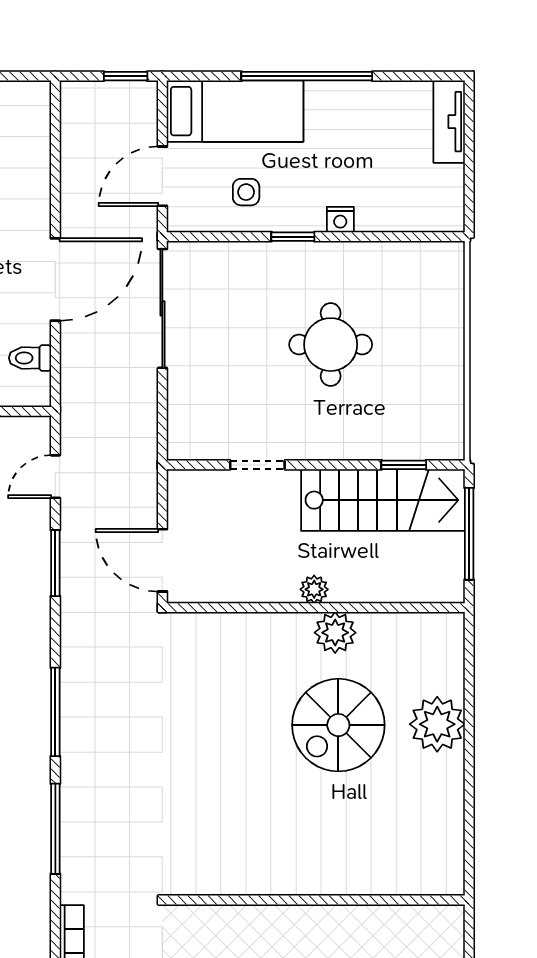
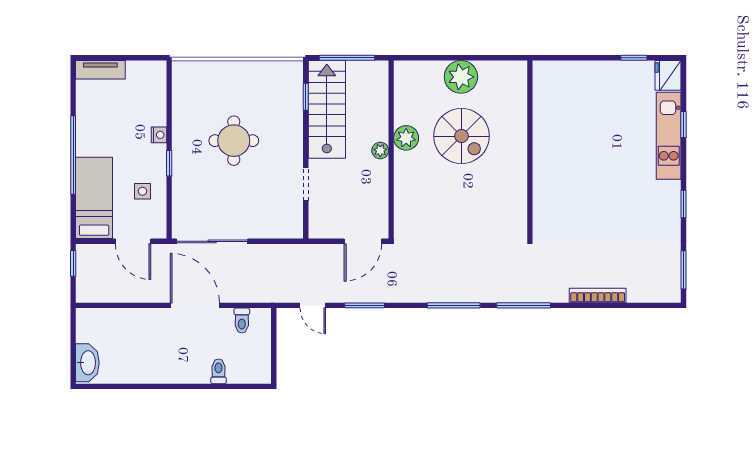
wall: (316, 900) -> (530, 150), moved

